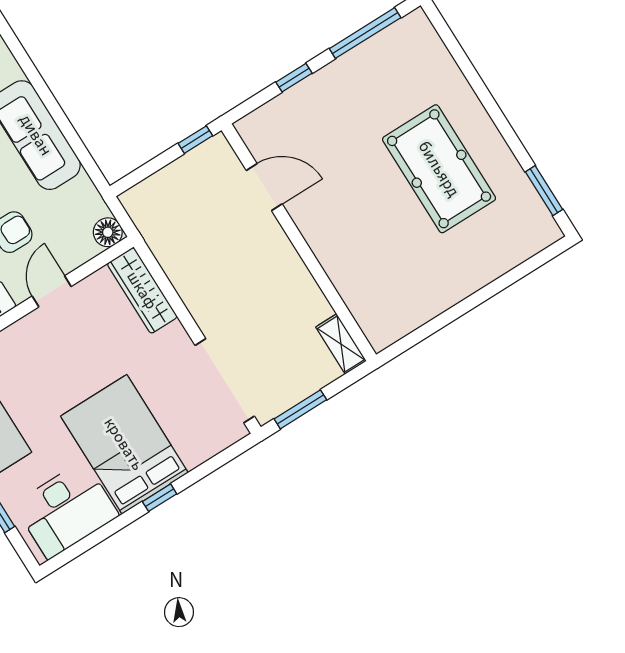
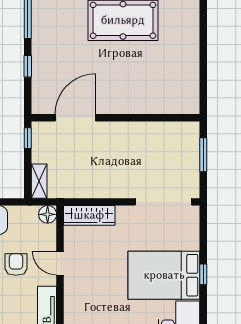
door: (264, 187) -> (75, 118), width x1.36
shelving: (341, 344) -> (39, 181), moved, turned 90
window: (300, 409) -> (203, 155), moved

